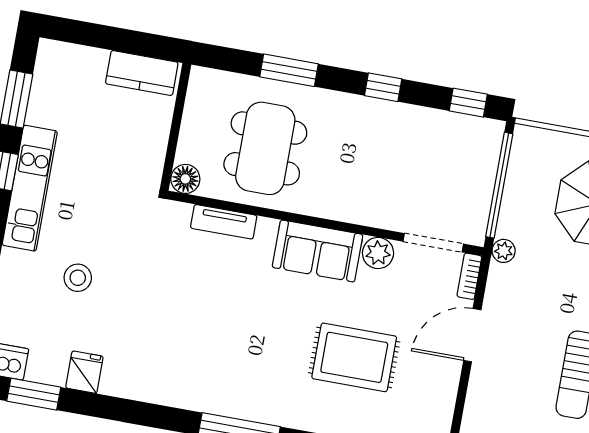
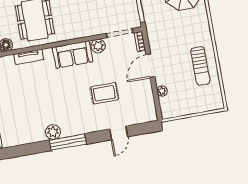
plant: (504, 251) -> (162, 91), moved
rug: (354, 357) -> (104, 93), width x0.73, depth x0.70
plant: (216, 398) -> (53, 132), added

